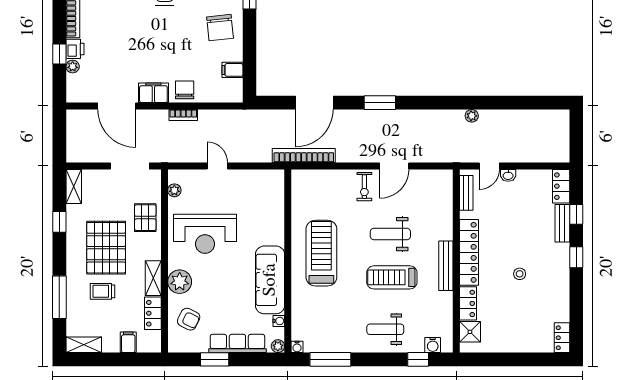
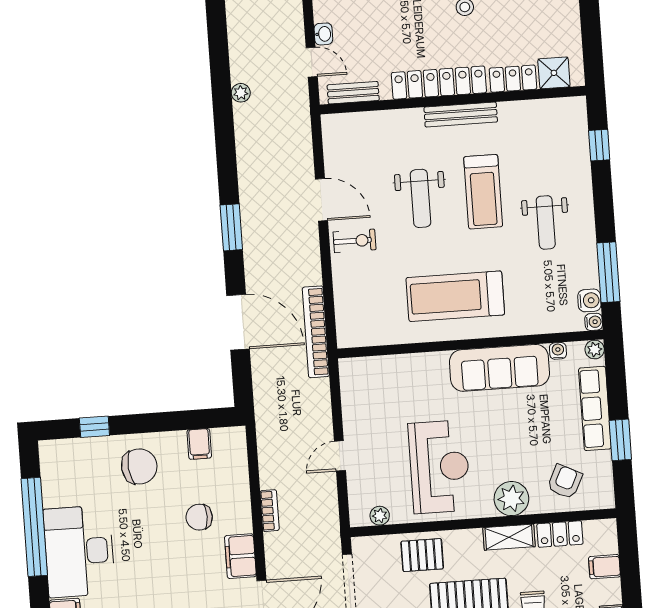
chair: (185, 90) -> (199, 517), moved
weight bench: (385, 329) -> (546, 222), moved
water cooler: (433, 345) -> (589, 300), moved

